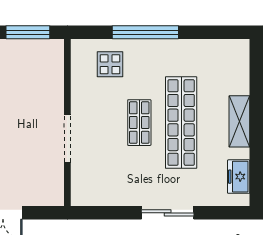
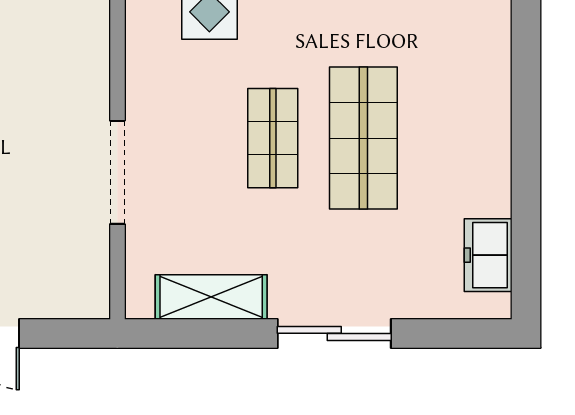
shelving: (239, 121) -> (211, 297), moved, turned 90
shop shelf: (181, 123) -> (363, 138), width x0.71

